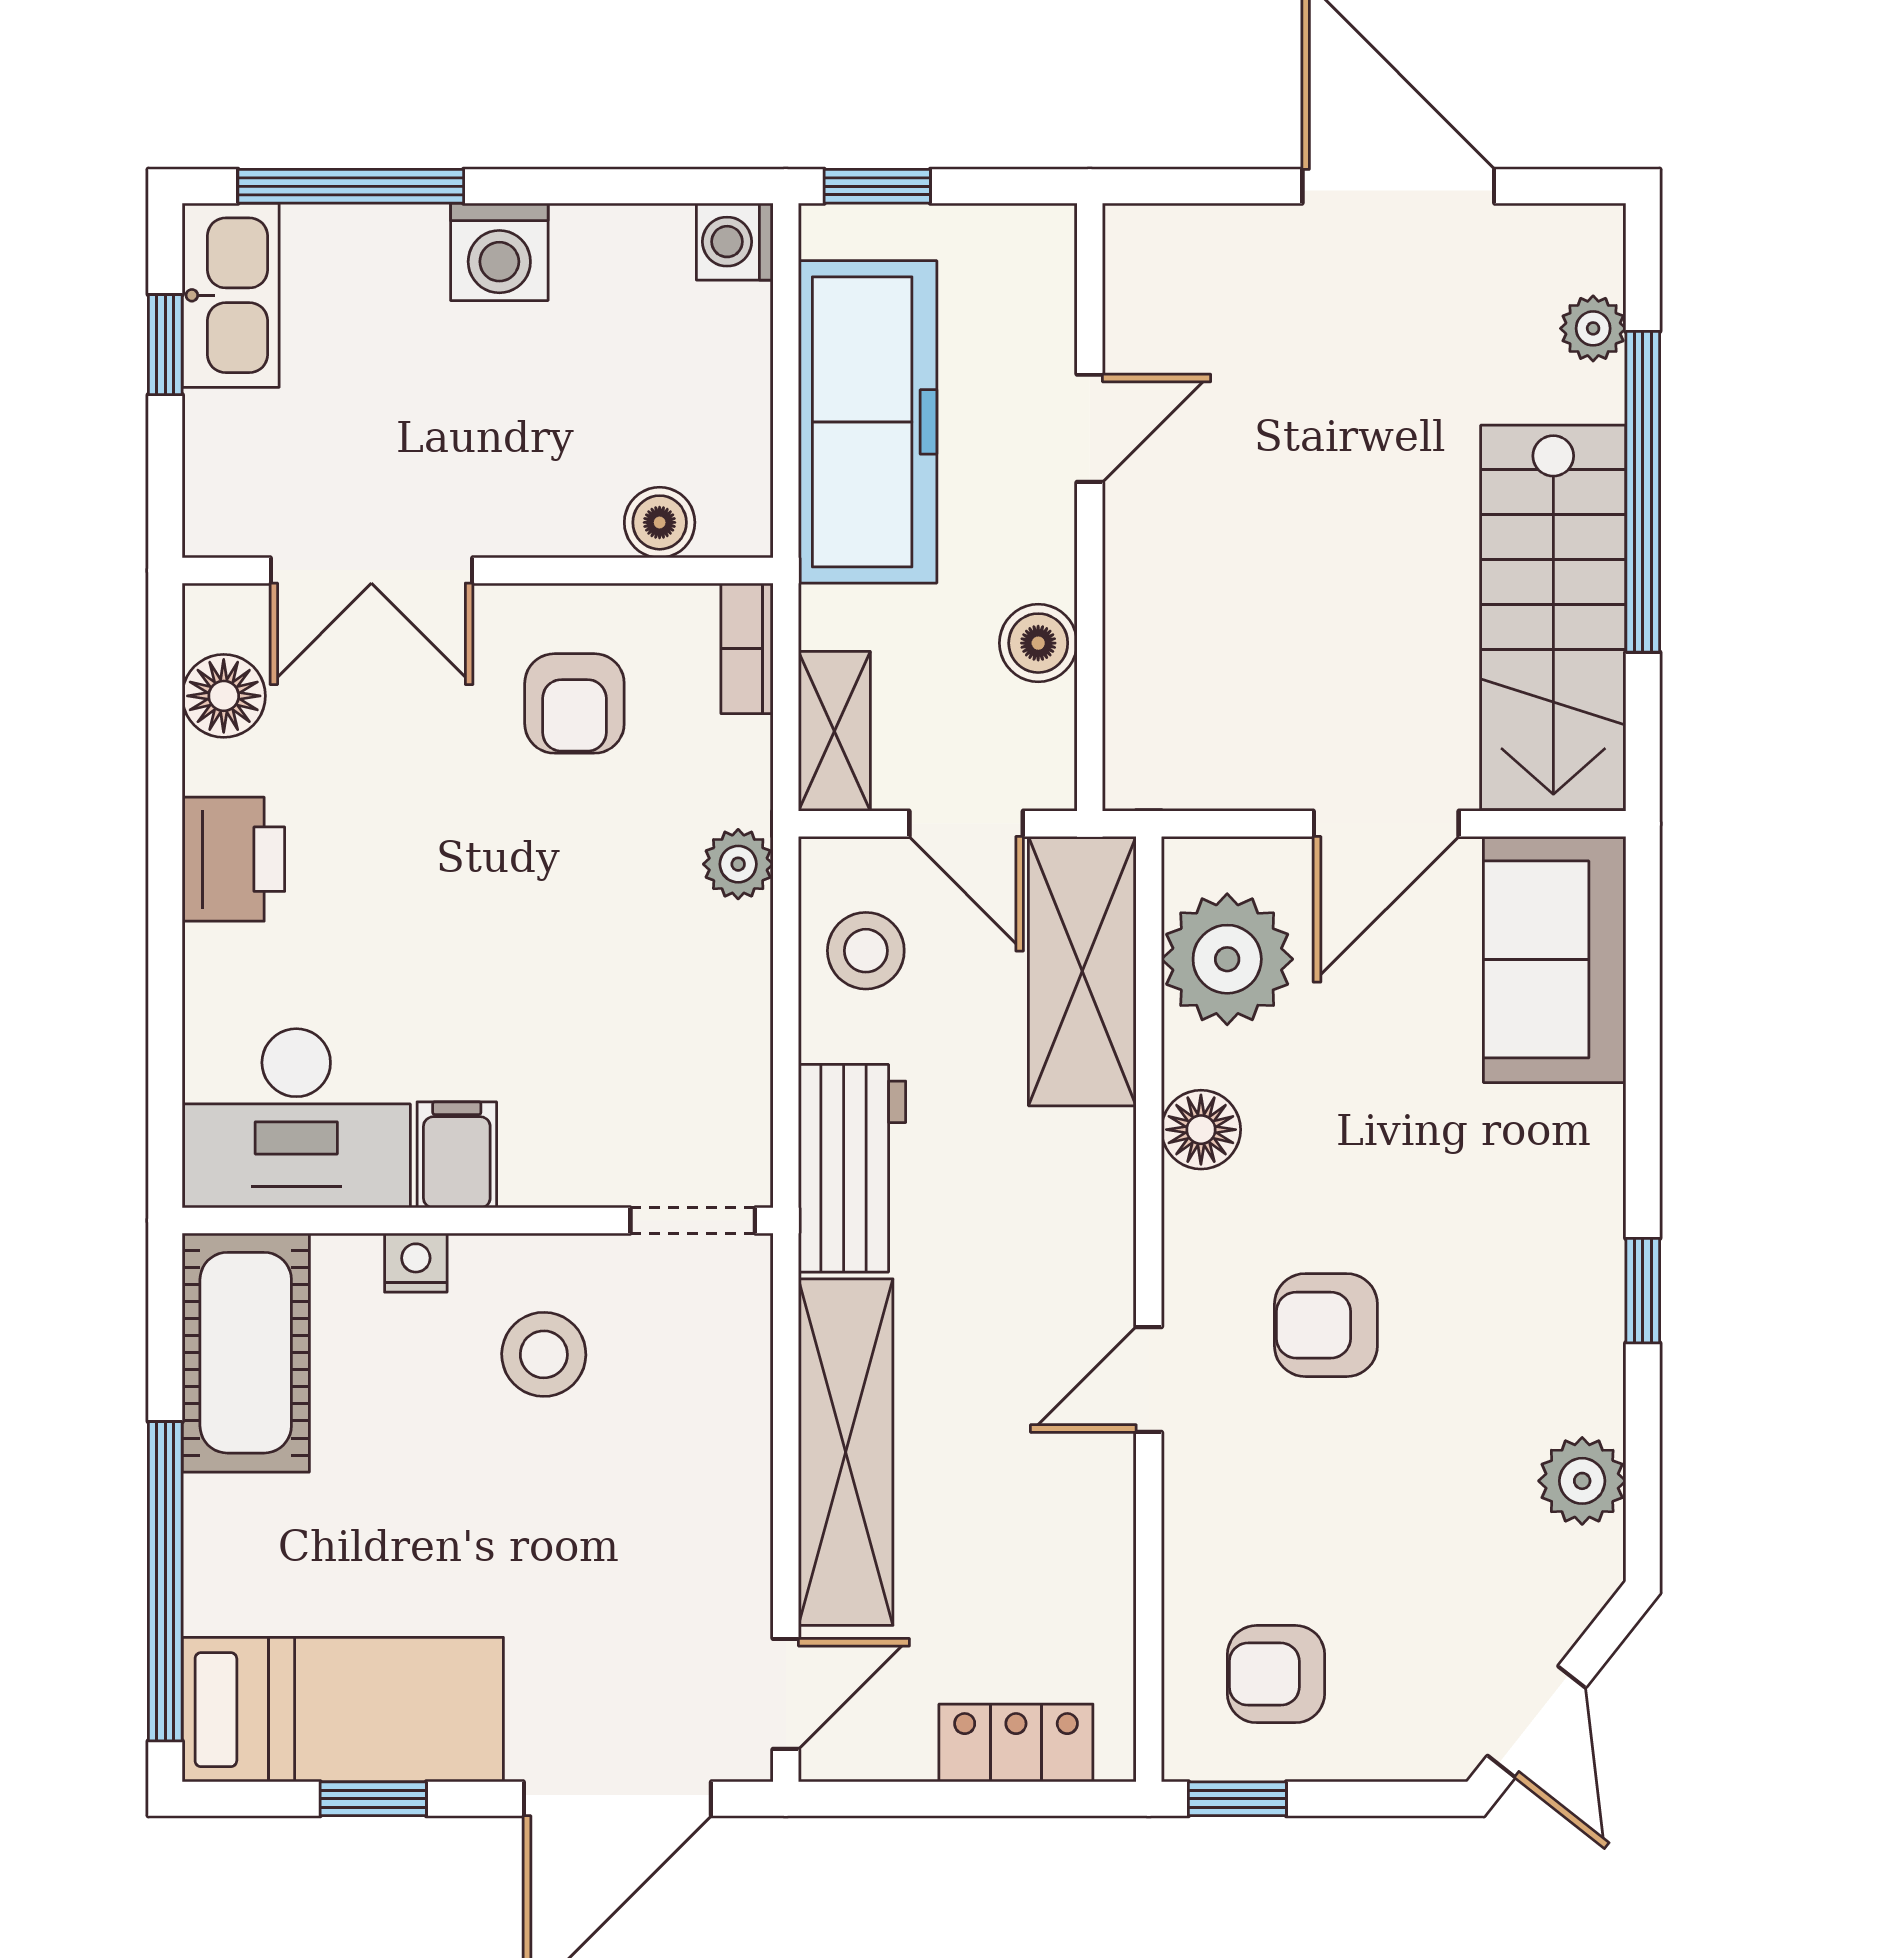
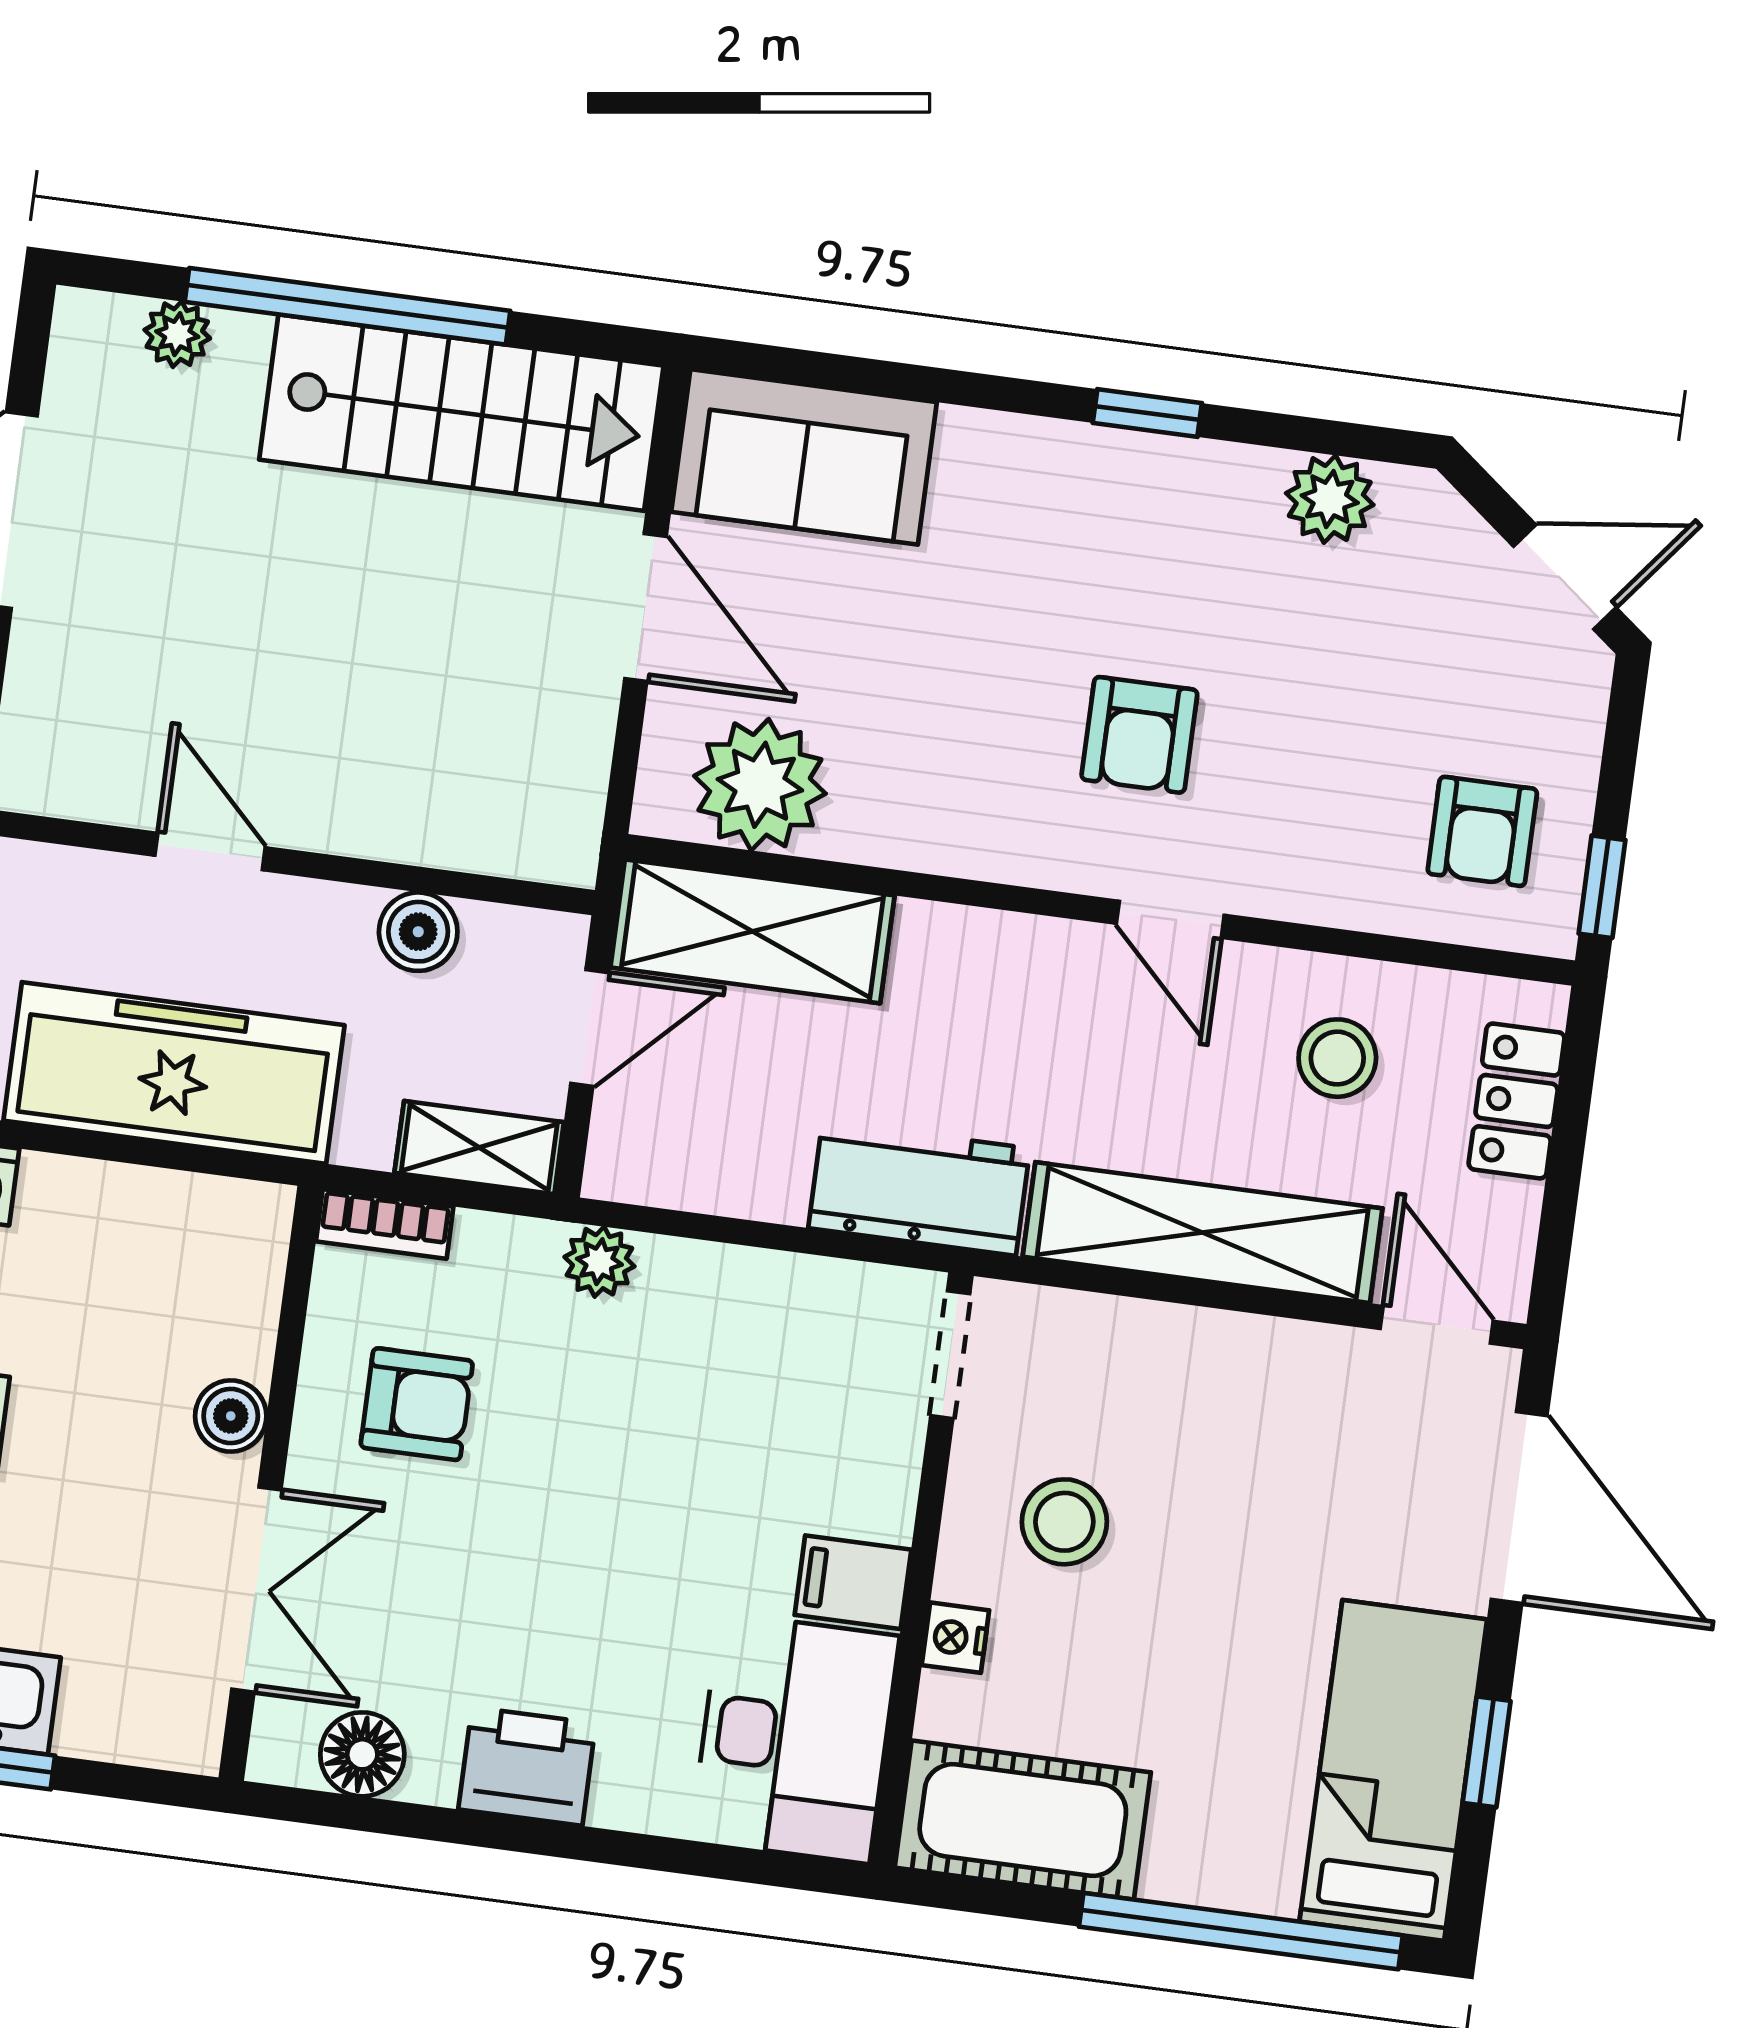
boiler: (660, 522) -> (231, 1416), moved
stool: (866, 951) -> (1337, 1058), moved
floor lamp: (1201, 1130) -> (927, 834), removed

